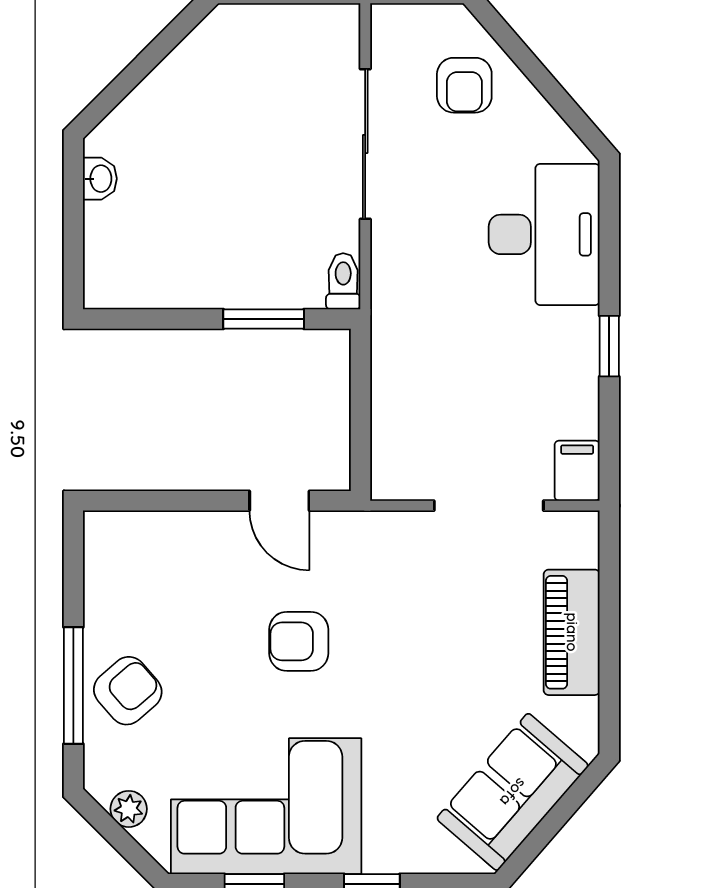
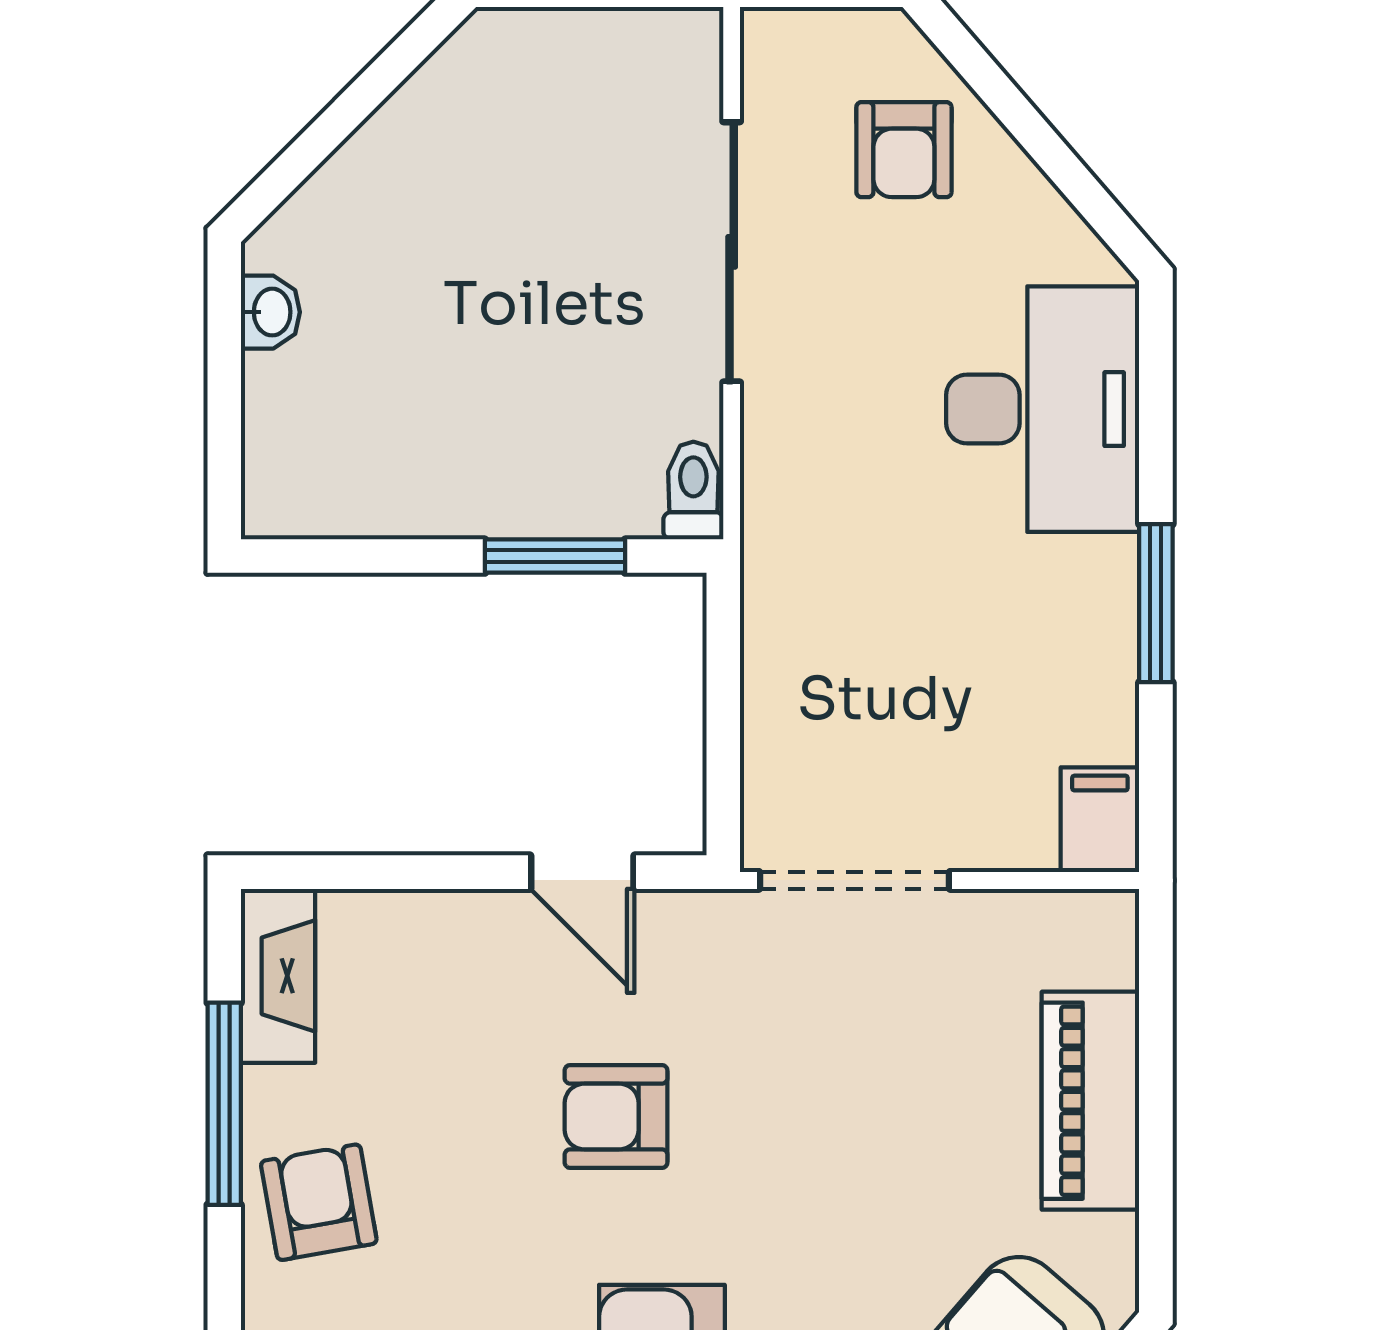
window: (609, 346) -> (1156, 603), width x1.50
doorway: (489, 506) -> (854, 880), moved
fireplace: (104, 560) -> (278, 976), added
window: (73, 685) -> (224, 1104), moved
armchair: (128, 691) -> (319, 1202), turned -59

